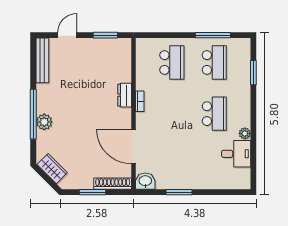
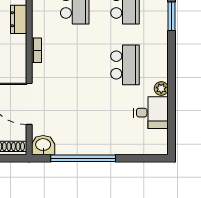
dresser: (125, 95) -> (19, 19), moved
window: (179, 192) -> (83, 158), width x2.11

